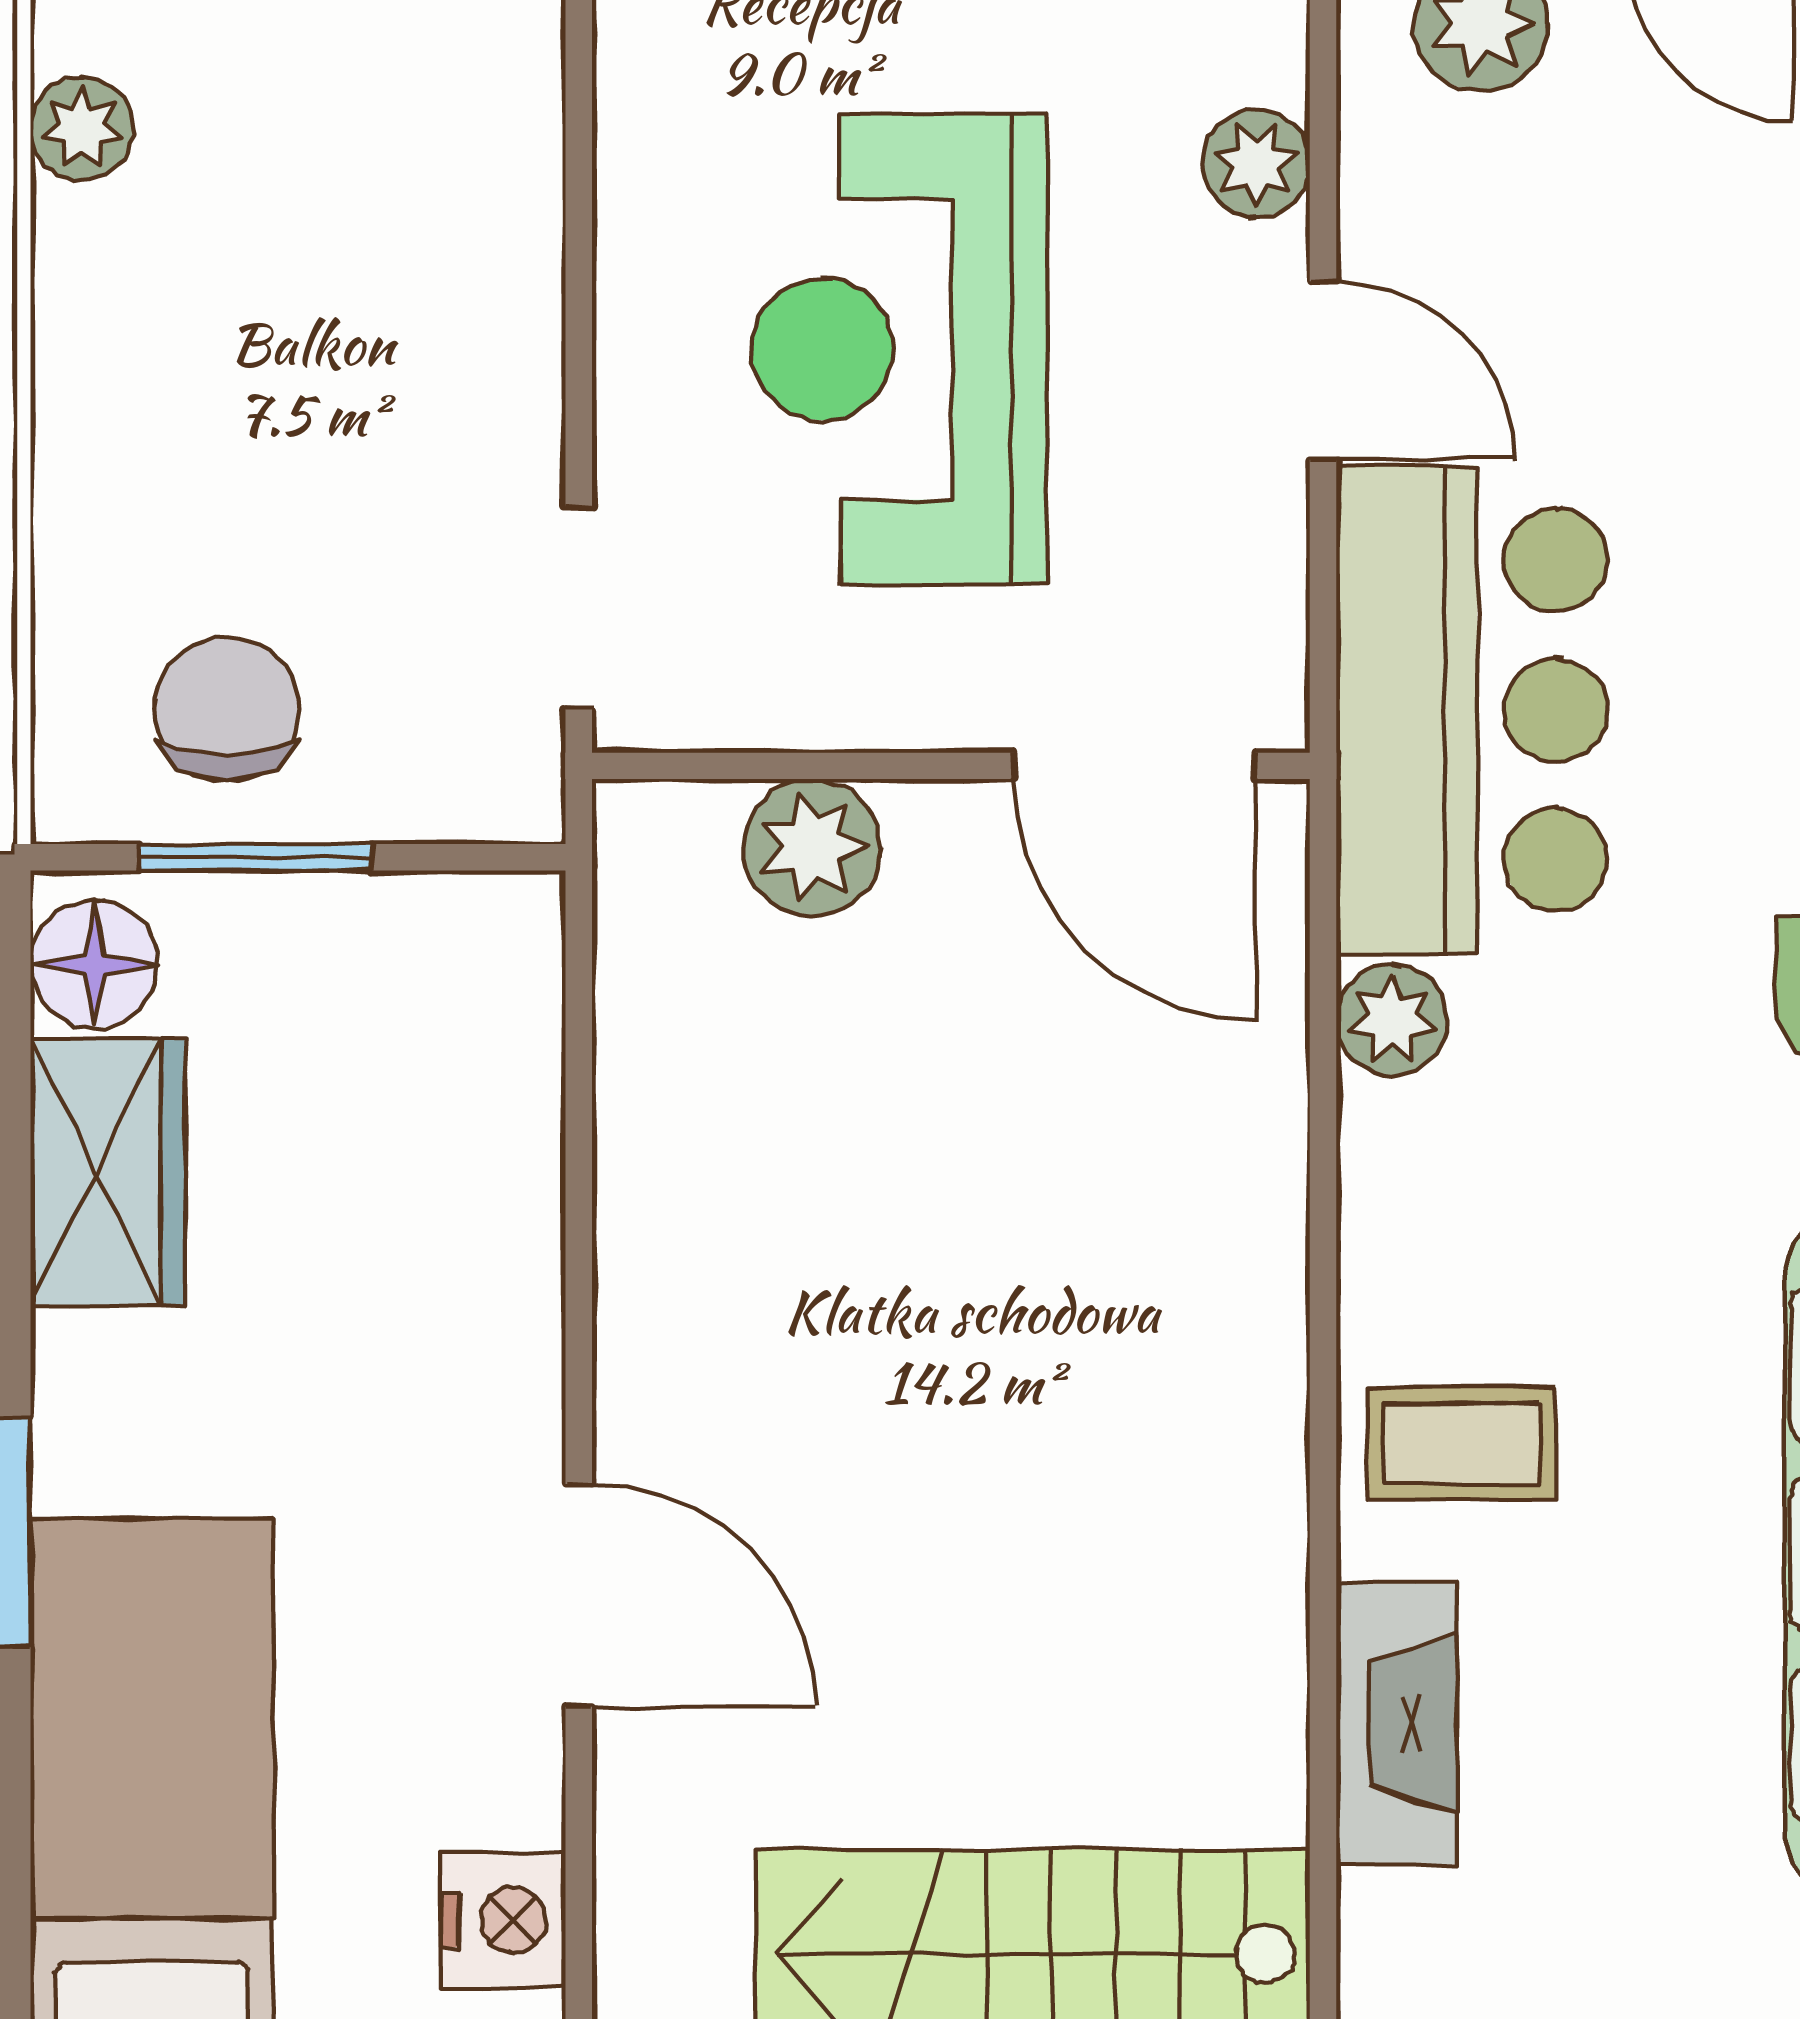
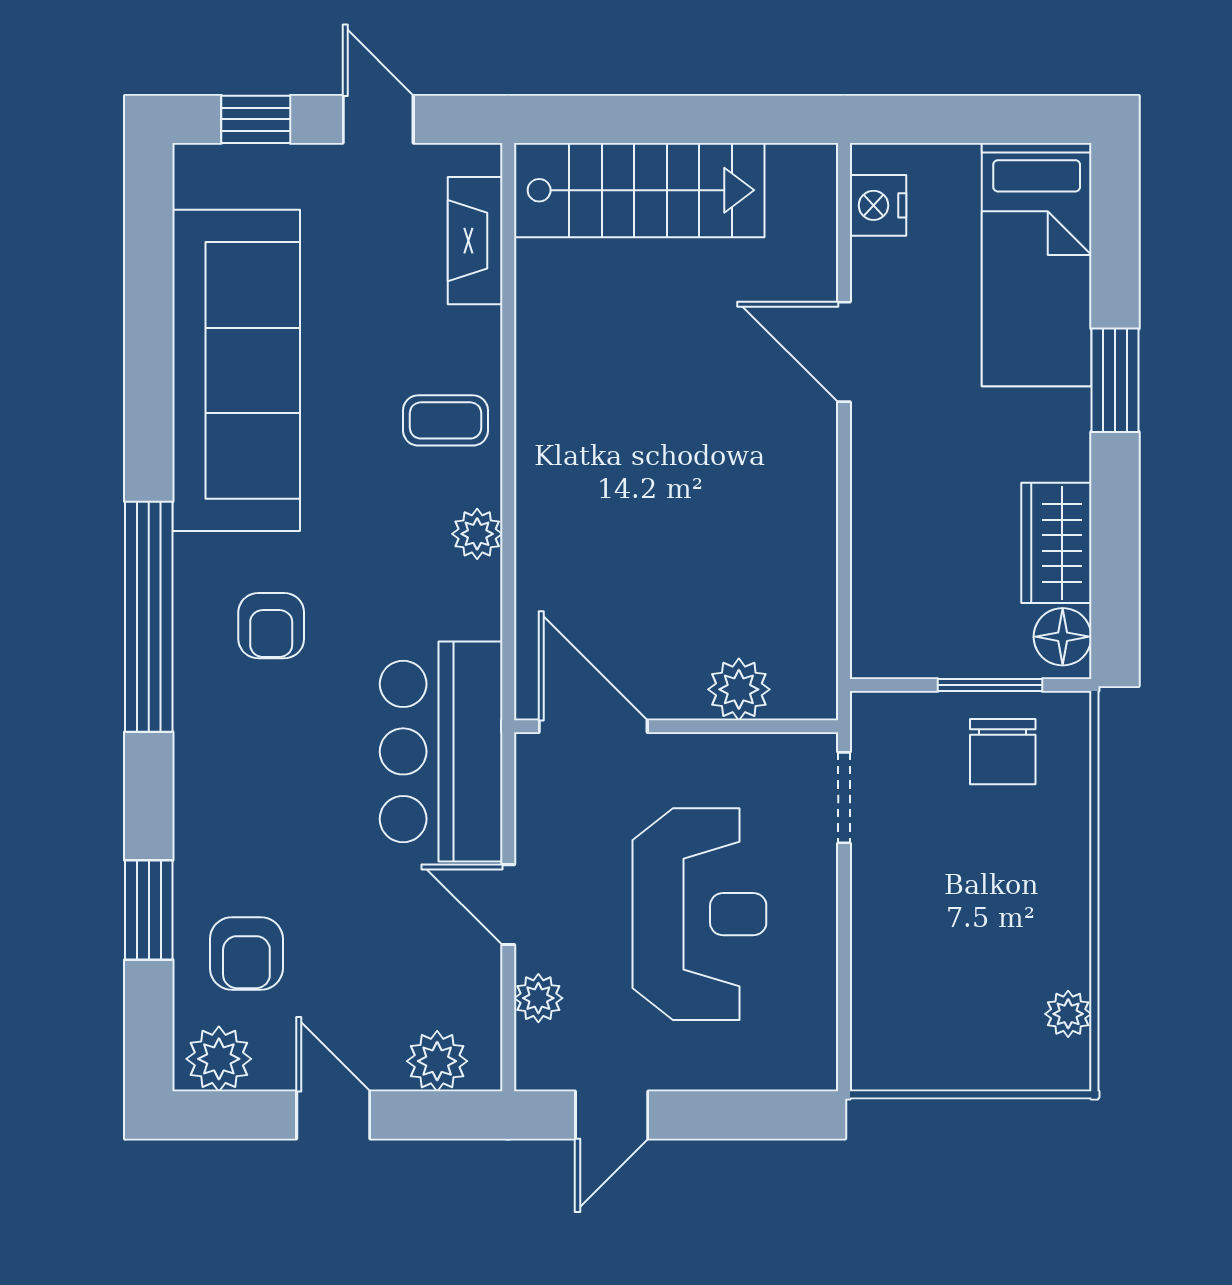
plant: (1392, 1020) -> (477, 534), moved
fireplace: (1396, 1723) -> (475, 241), moved

